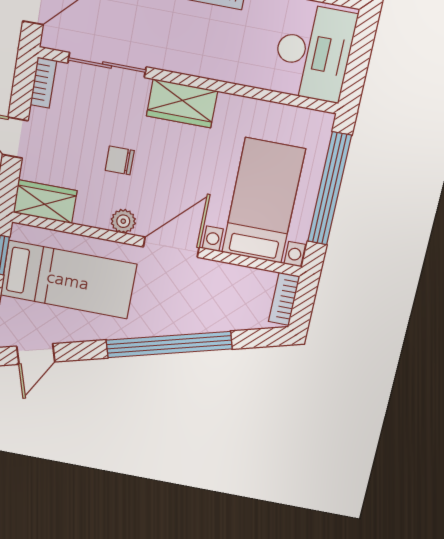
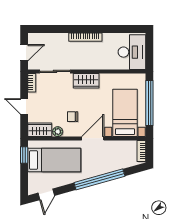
chair: (120, 160) -> (73, 117), moved
plant: (123, 221) -> (58, 132), moved

